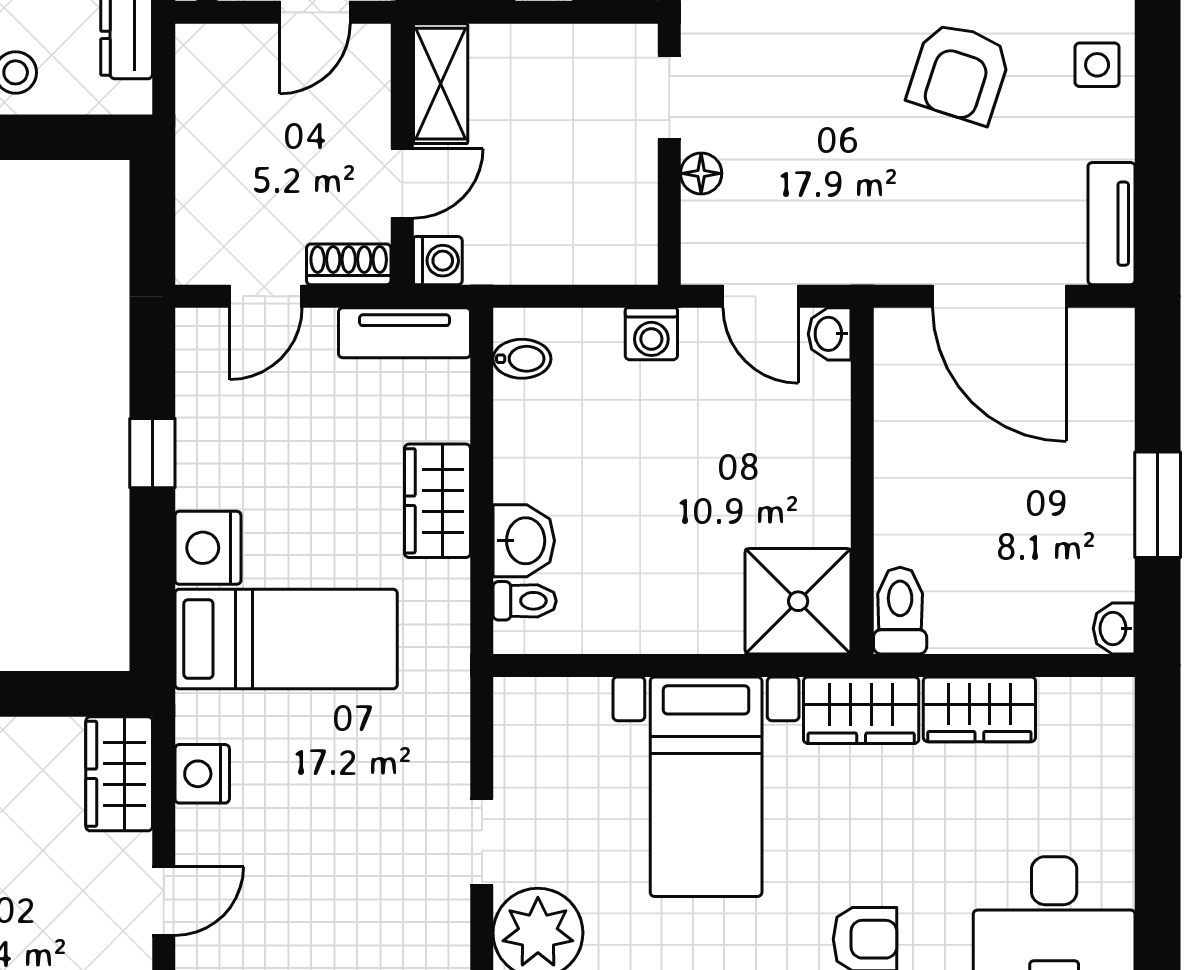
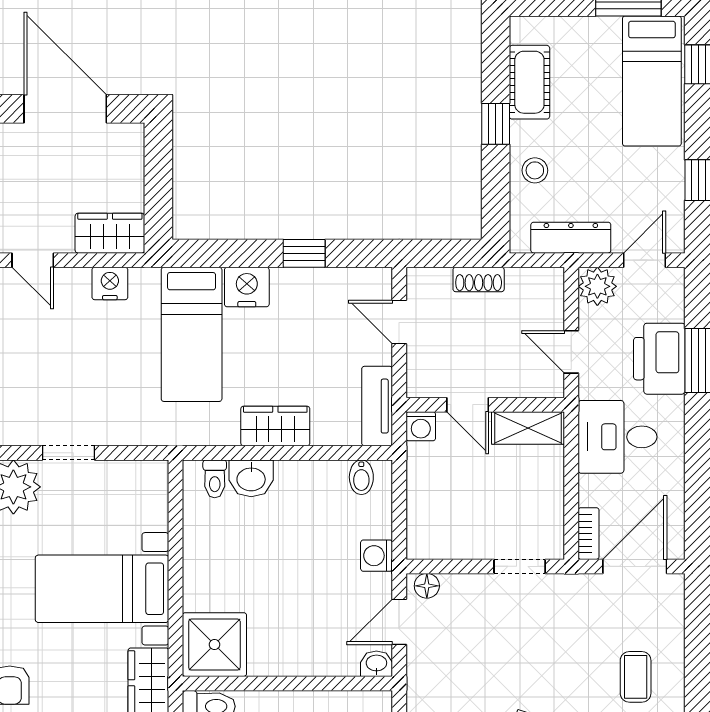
floor lamp: (701, 173) -> (427, 586), moved
shoe rack: (349, 264) -> (479, 279), moved, turned 90

